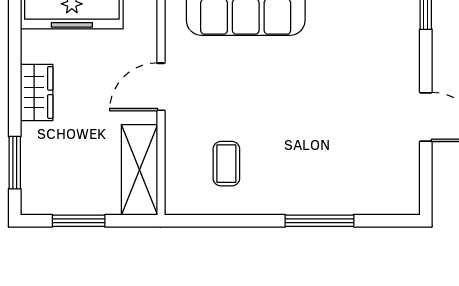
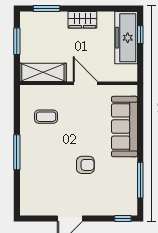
armchair: (321, 87) -> (85, 165), added
window: (319, 221) -> (17, 152), moved

